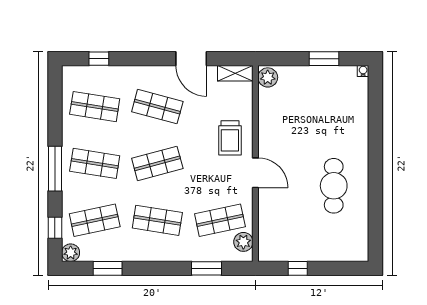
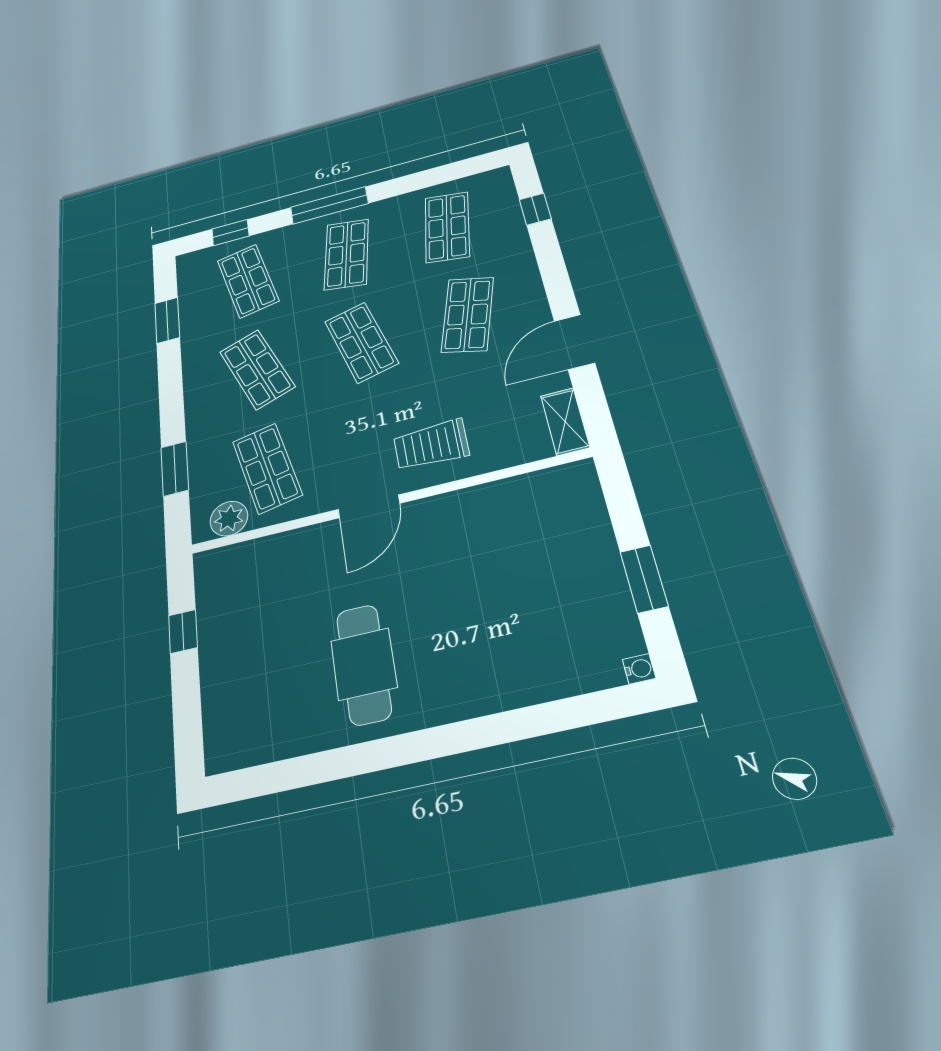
plant: (268, 77) -> (572, 481), removed
cafe table: (334, 186) -> (364, 664), turned 90
shop shelf: (157, 220) -> (257, 369), turned -30
plant: (71, 253) -> (191, 264), removed

